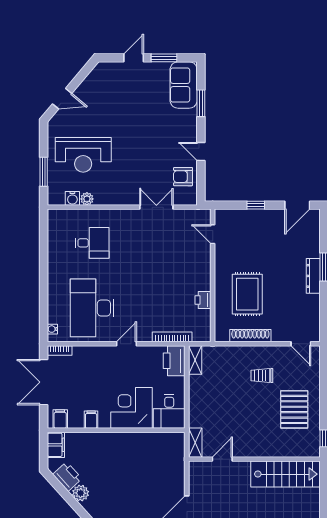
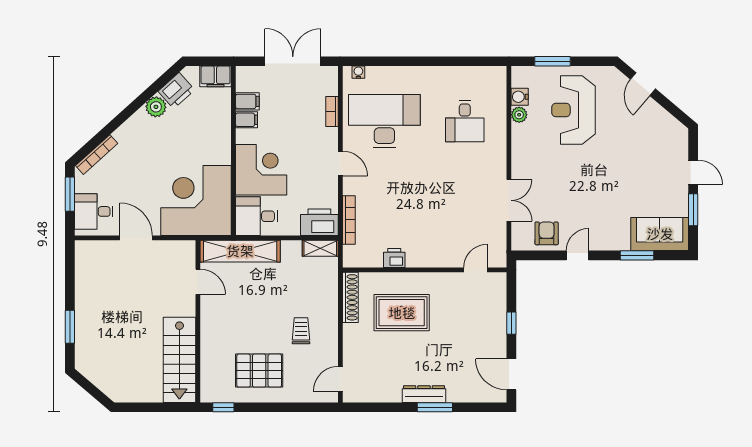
shoe rack: (250, 336) -> (350, 297), moved
bookcase: (60, 350) -> (332, 111), moved
filing cabinet: (60, 419) -> (247, 101), moved
shelving: (195, 443) -> (240, 251), width x2.20, depth x1.33
corner desk: (156, 461) -> (196, 201), added

